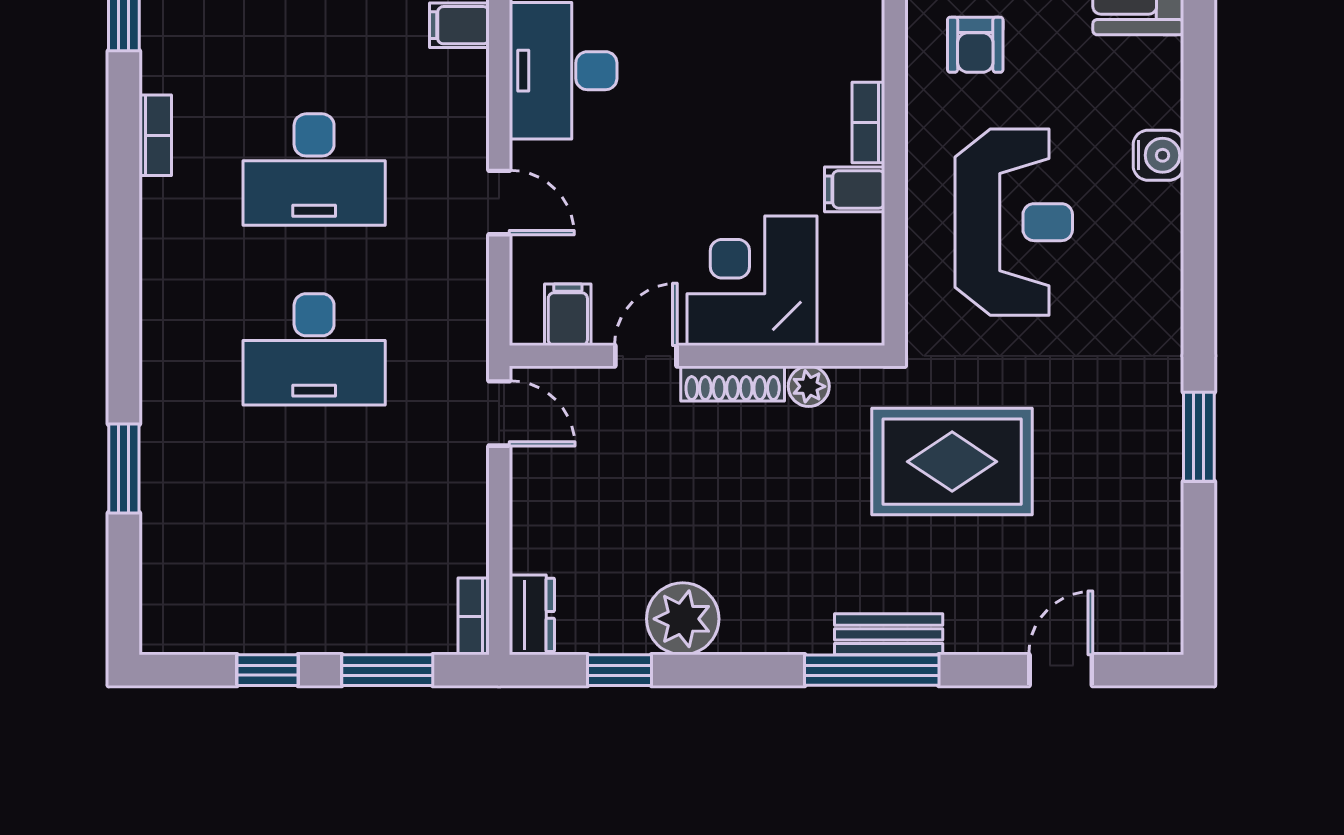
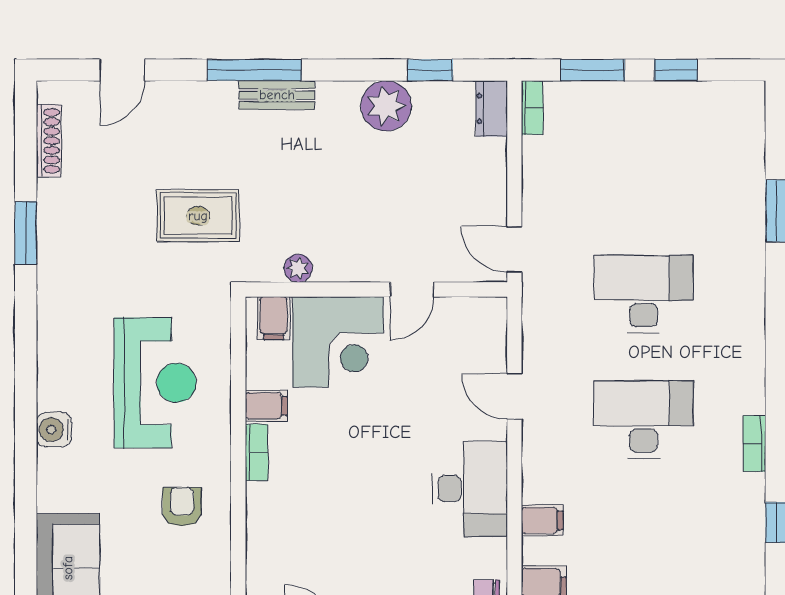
reception desk: (1014, 222) -> (155, 383), turned 180
filing cabinet: (568, 315) -> (274, 318), moved
shoe rack: (733, 384) -> (49, 141), moved, turned 90
rug: (952, 462) -> (198, 216), width x0.73, depth x0.70
bench: (889, 634) -> (277, 95), moved

